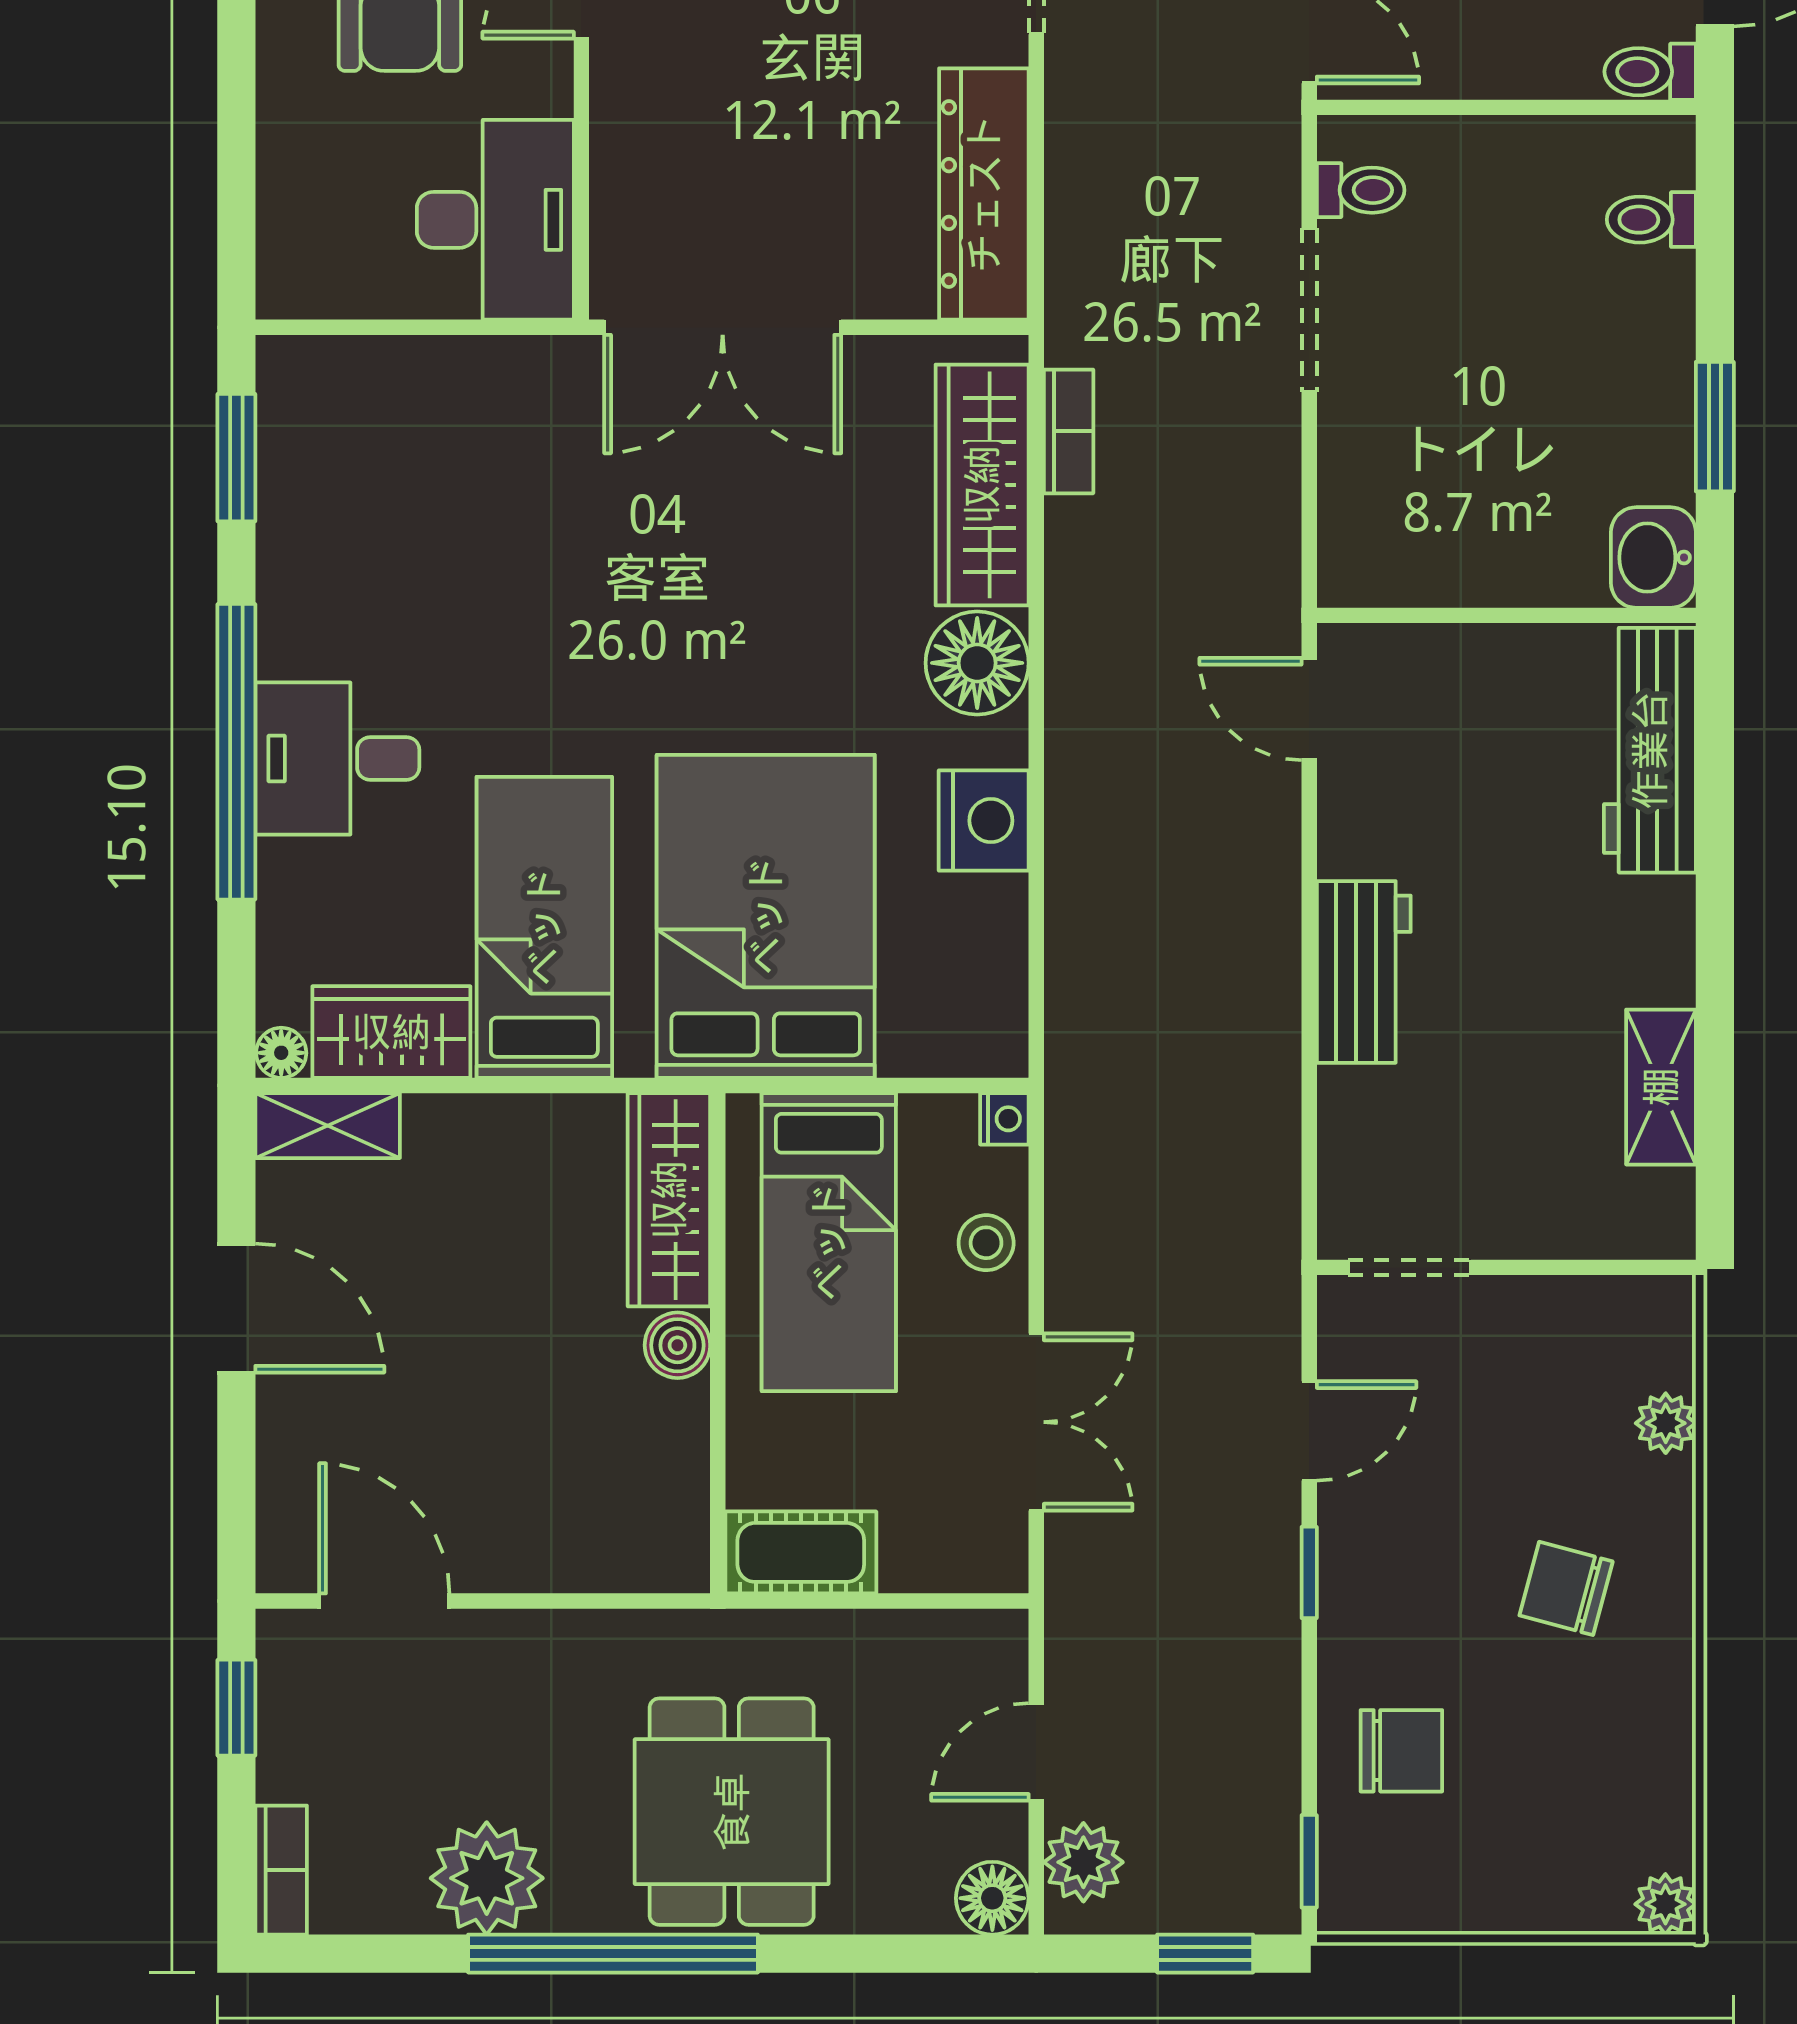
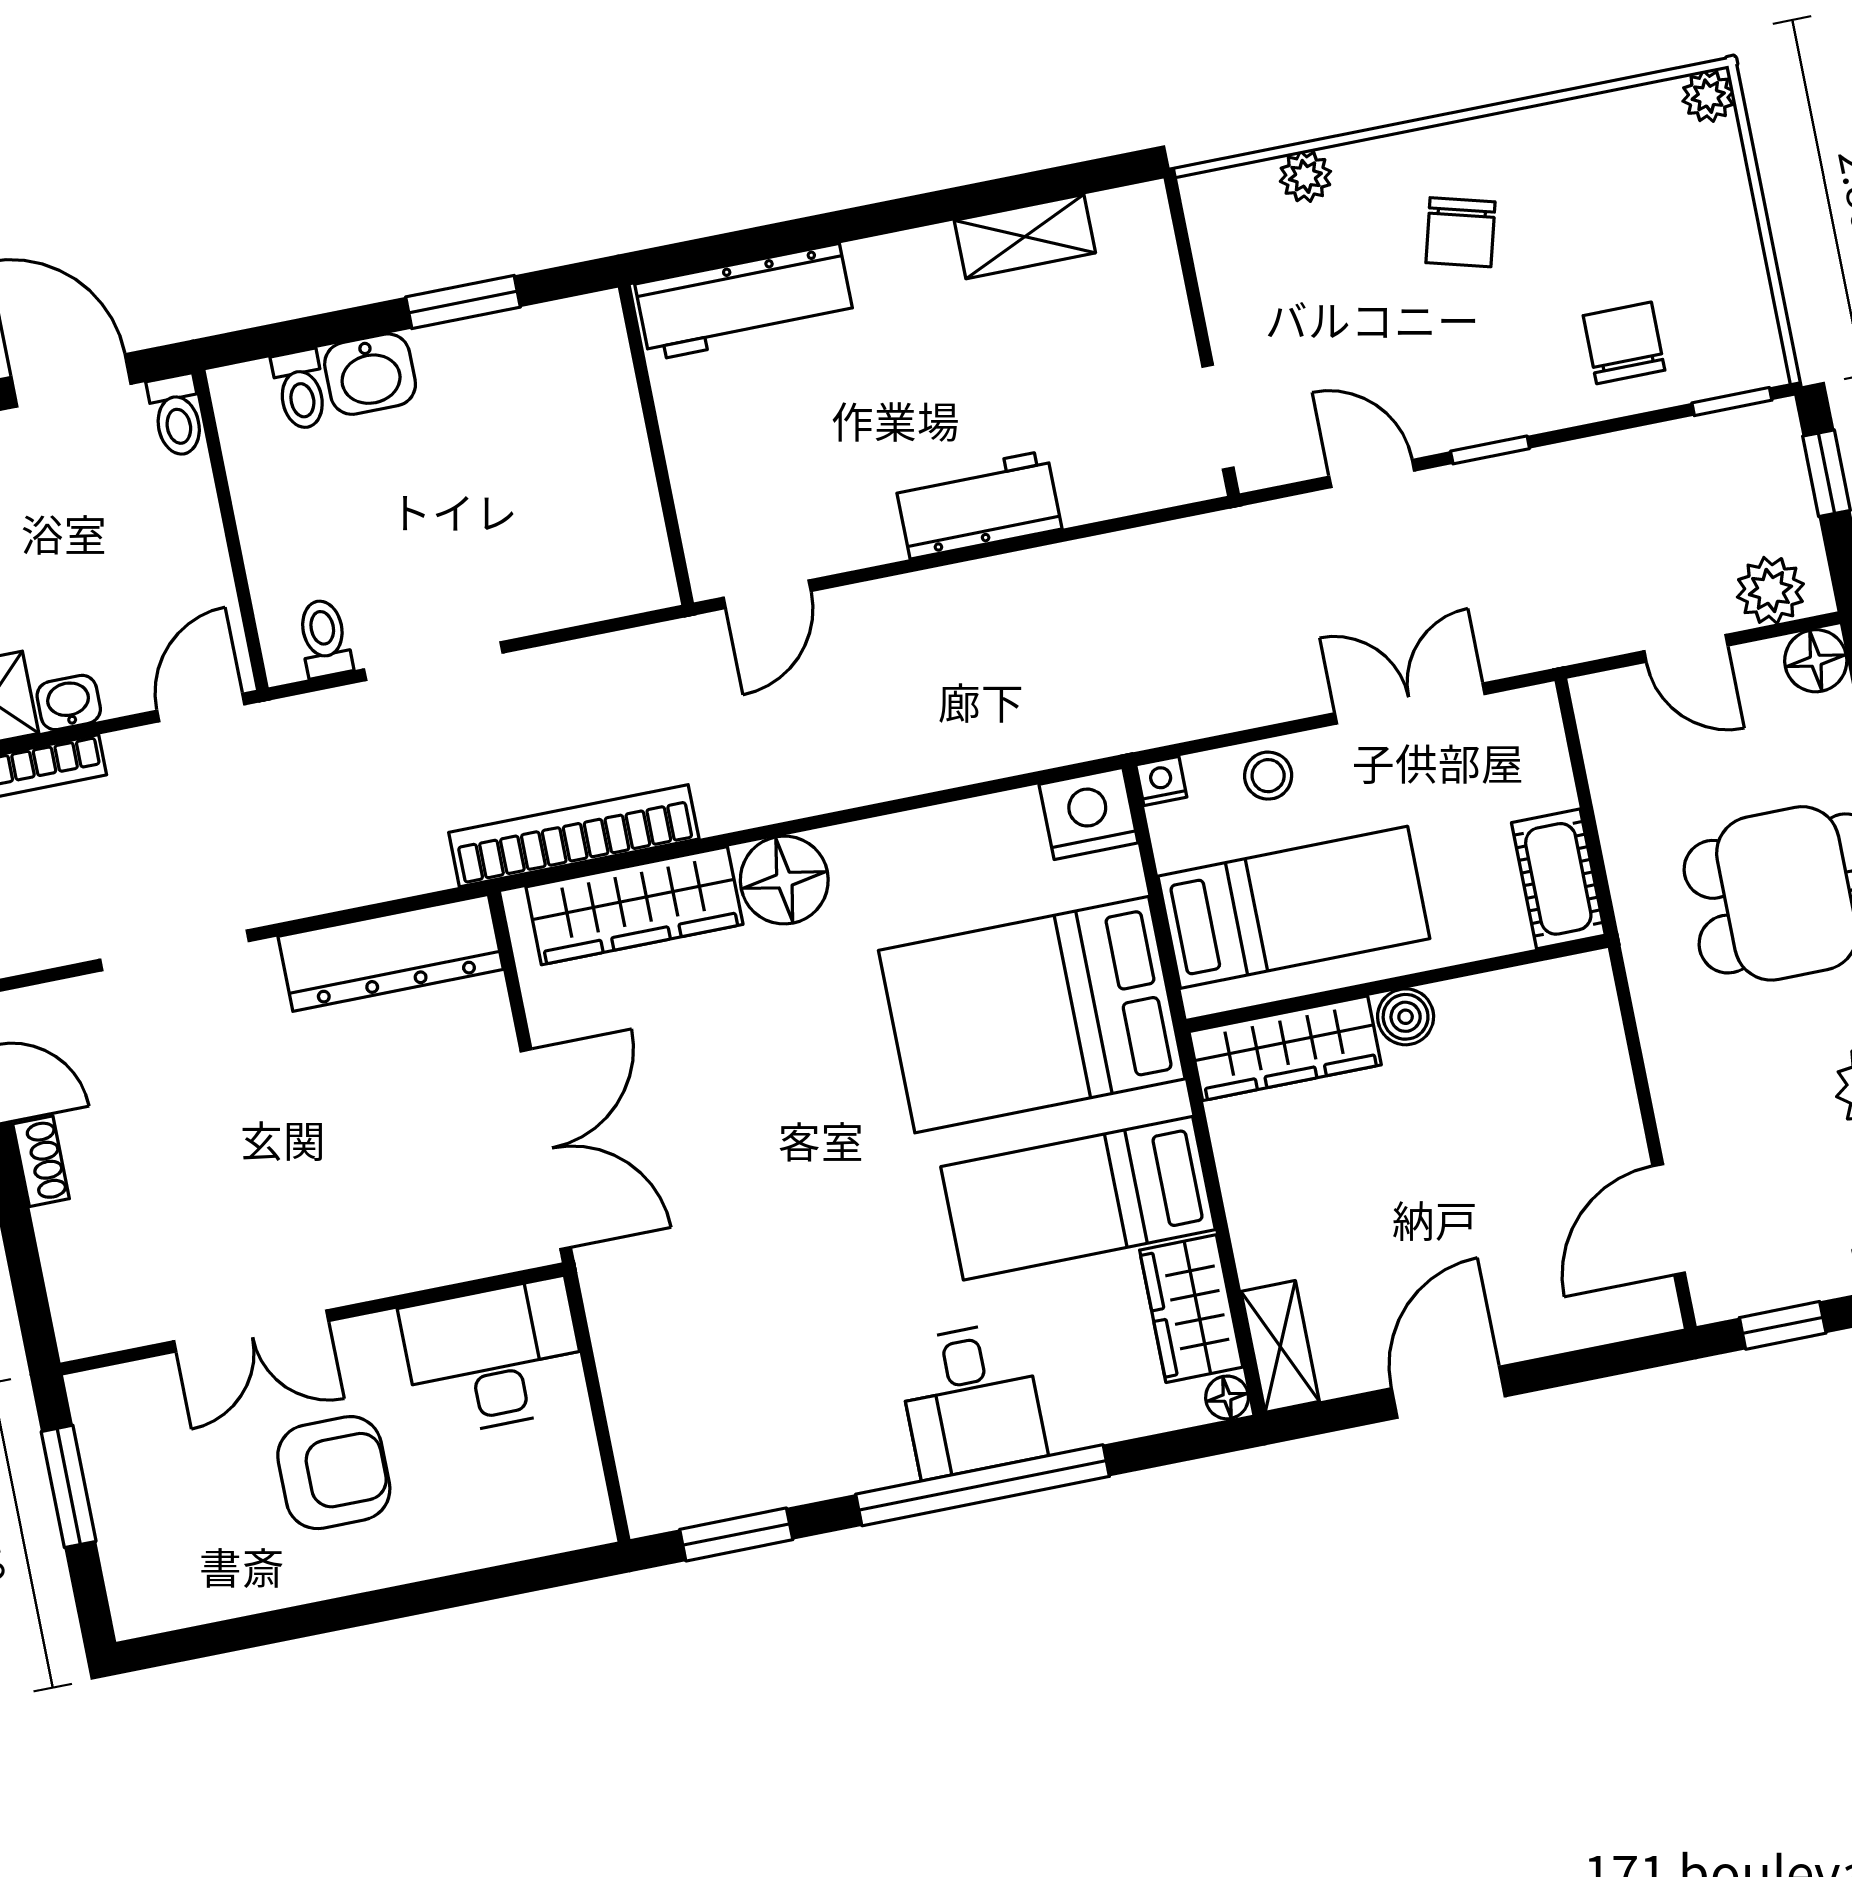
bookcase: (1069, 431) -> (574, 836), width x2.31, depth x1.31
washbasin: (1653, 558) -> (370, 374), moved
nightstand: (984, 821) -> (1088, 814), moved

